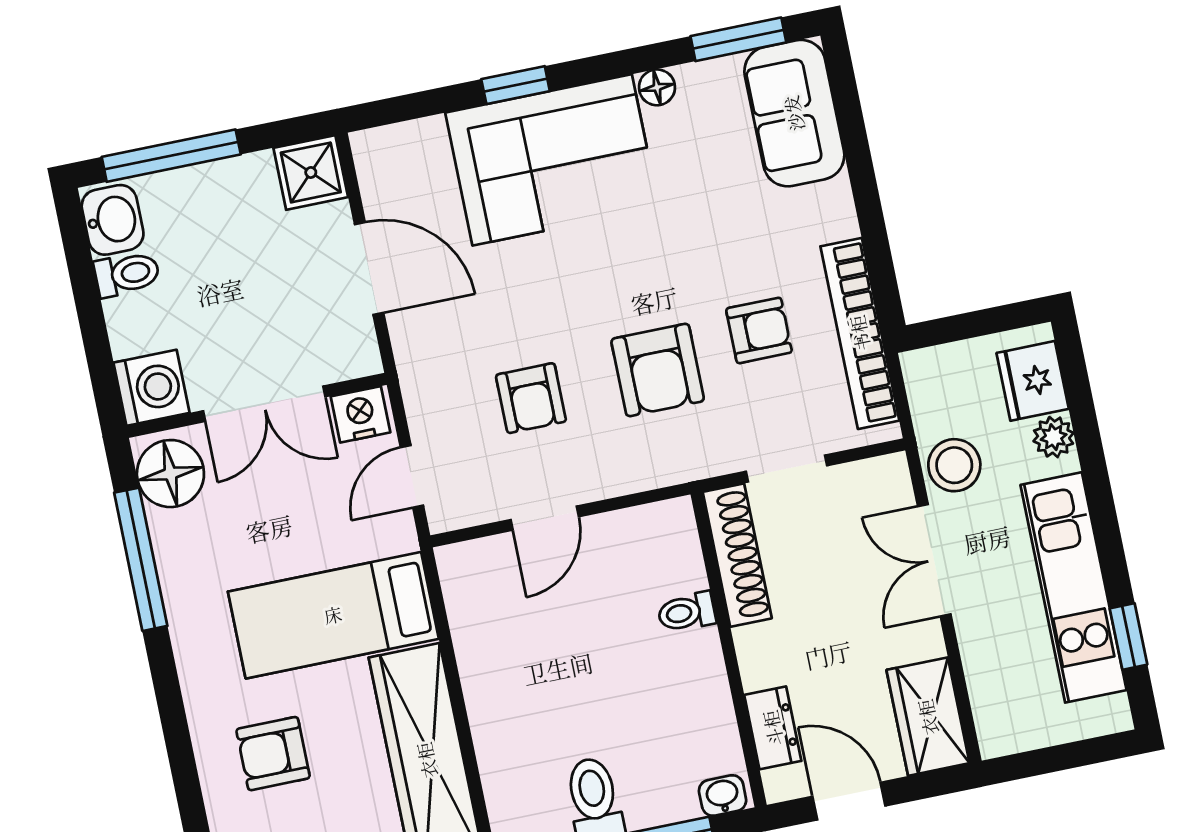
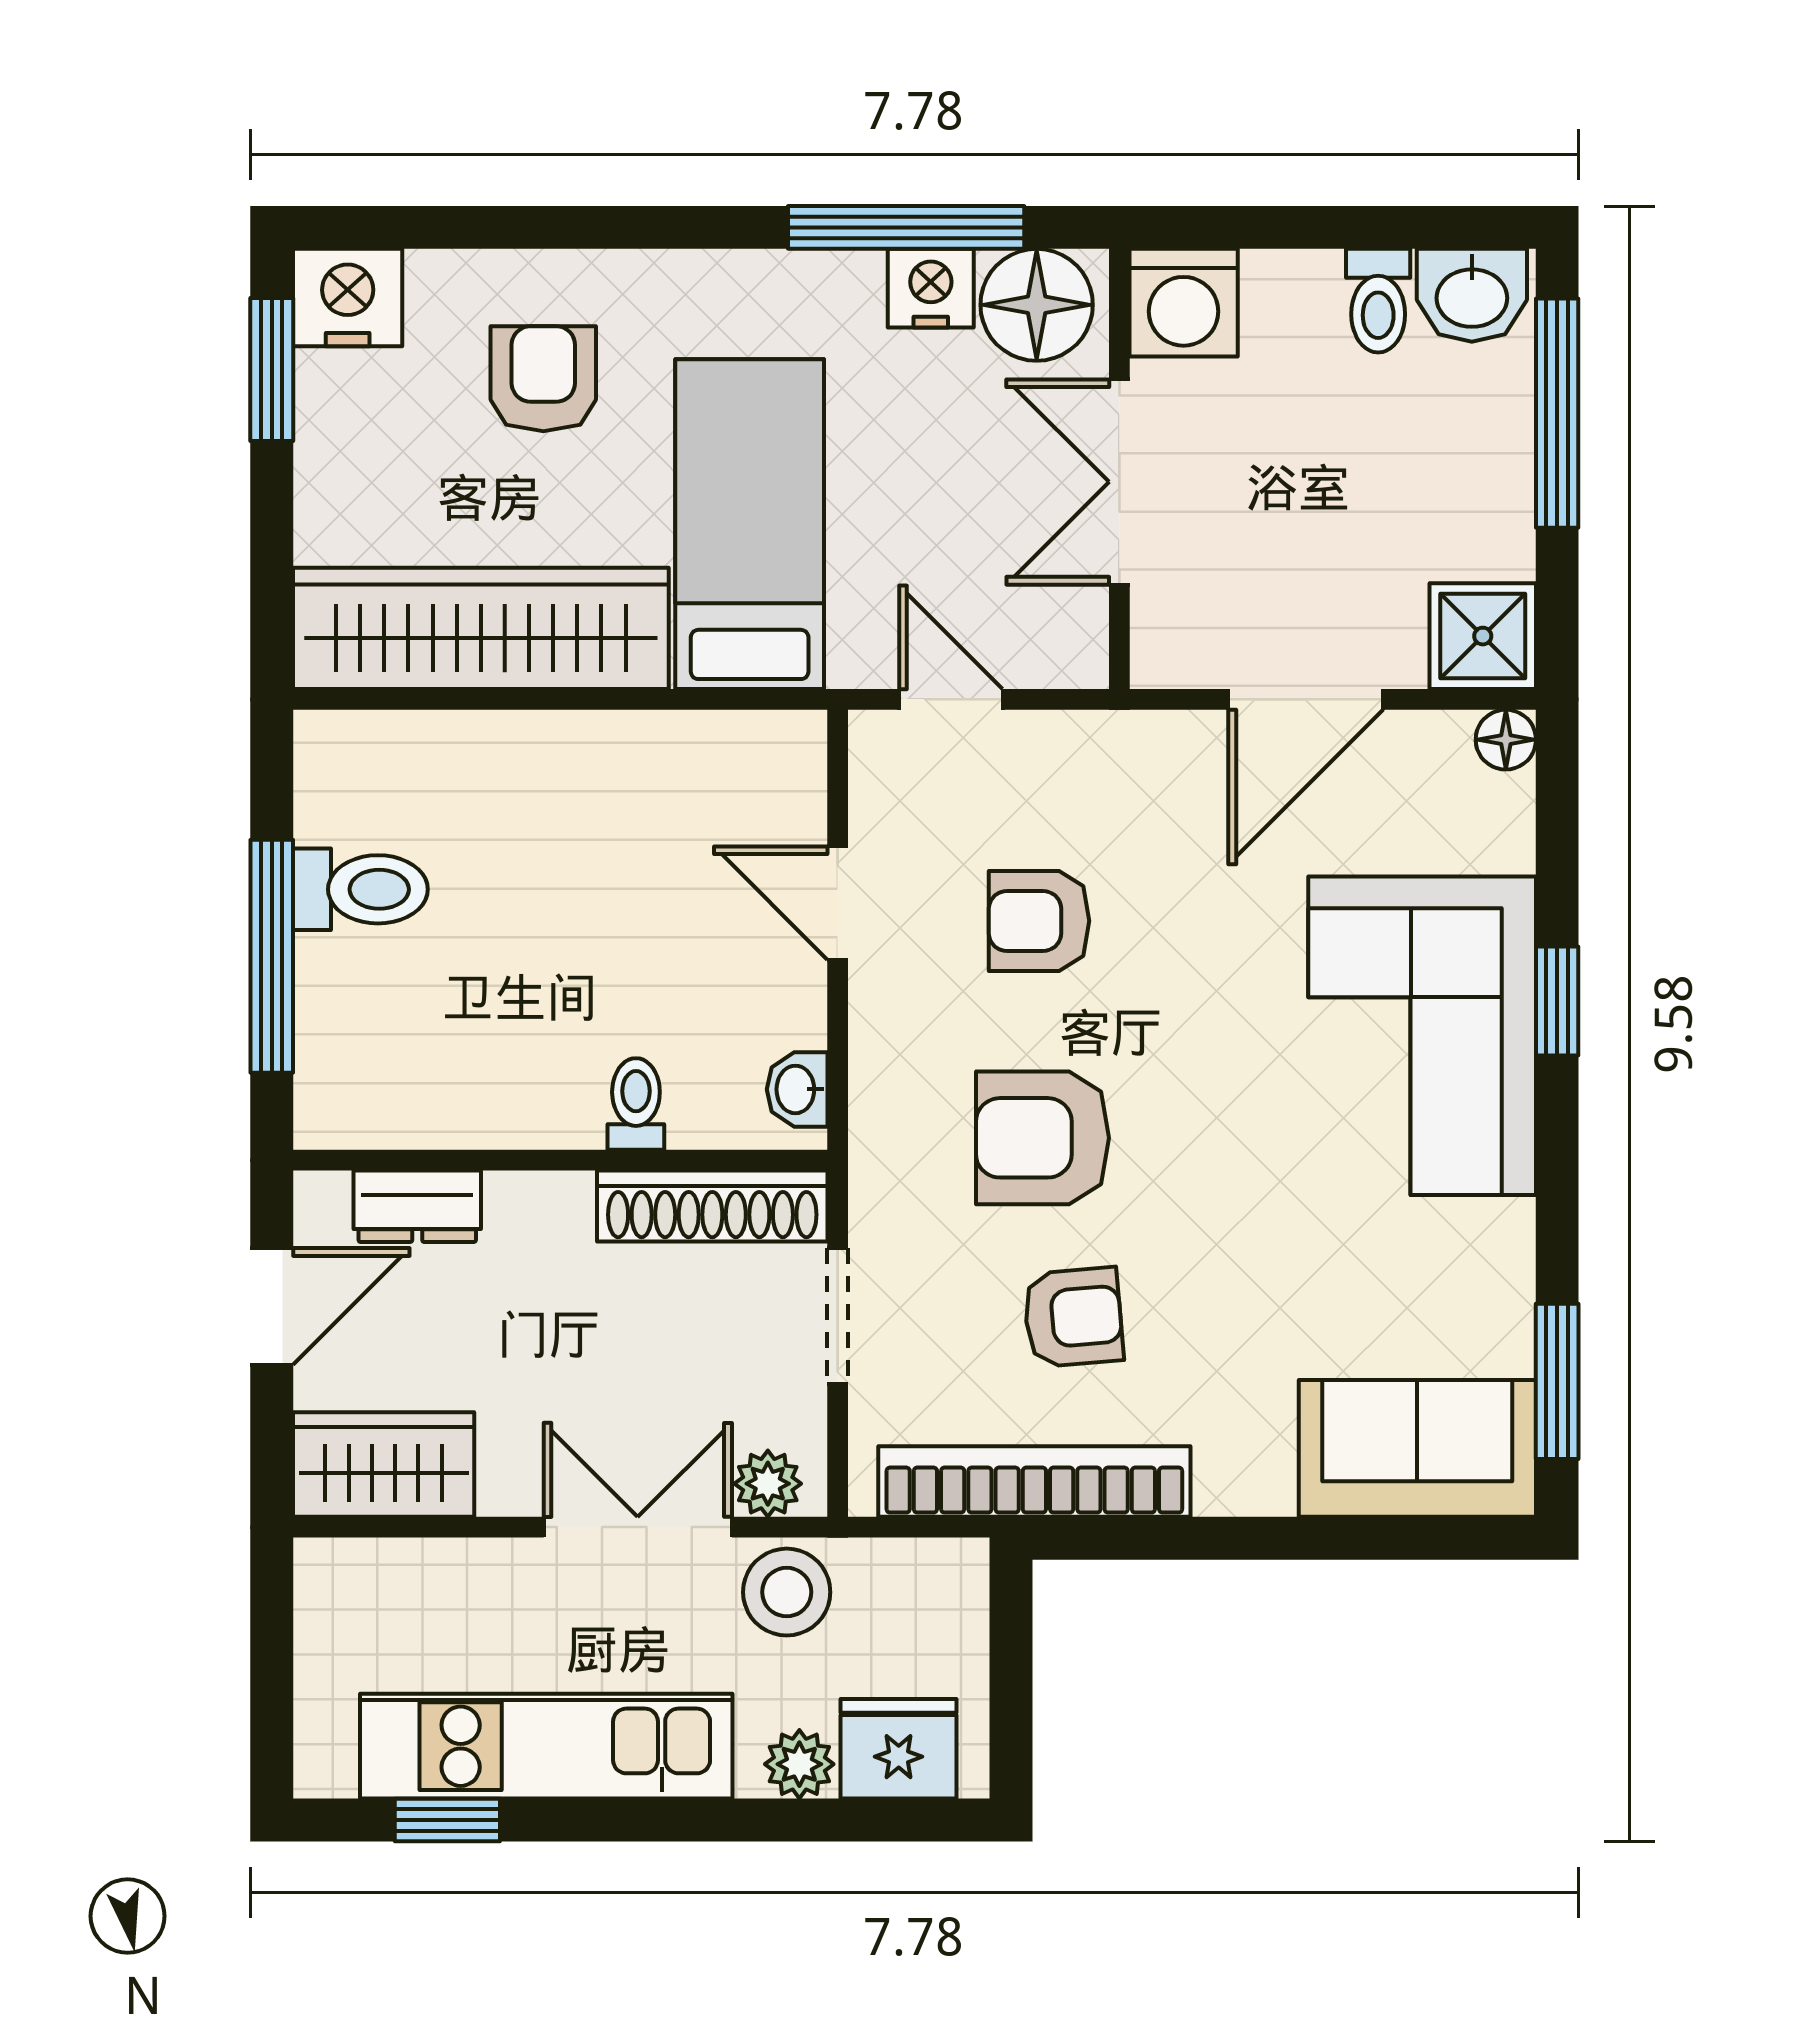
floor lamp: (657, 87) -> (1506, 740), moved
armchair: (759, 330) -> (1073, 1317), turned -95
nightstand: (361, 414) -> (931, 288), moved, turned -90
plant: (893, 489) -> (768, 1484), added
washbasin: (723, 795) -> (797, 1089), moved, turned 180

